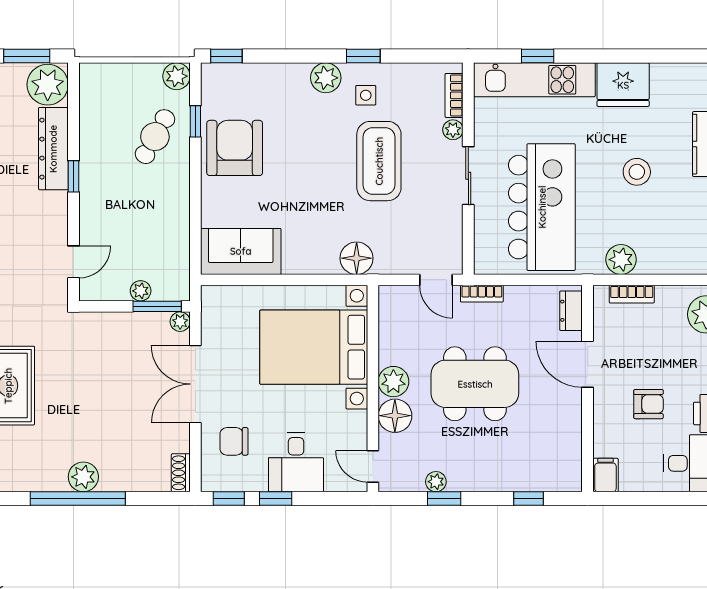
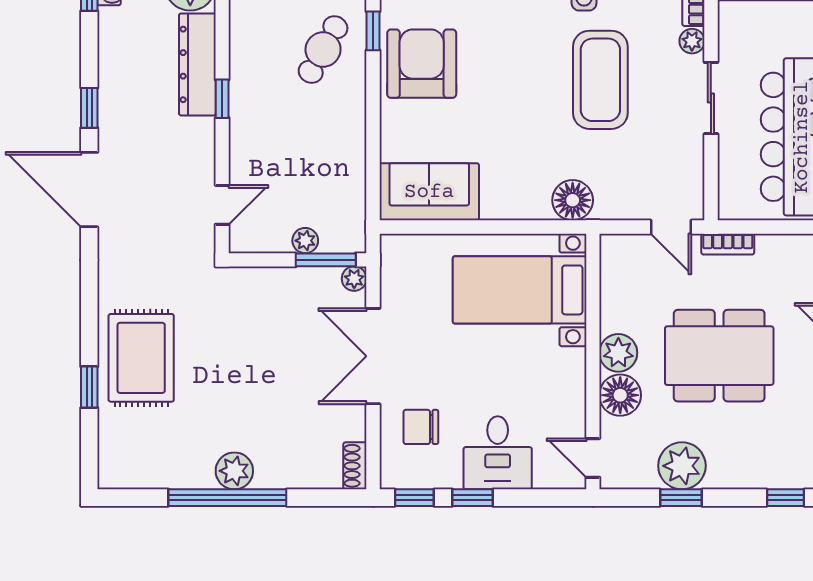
bed with nightstands: (314, 347) -> (520, 290), width x0.73
plant: (436, 482) -> (682, 466), width x1.87, depth x1.87

